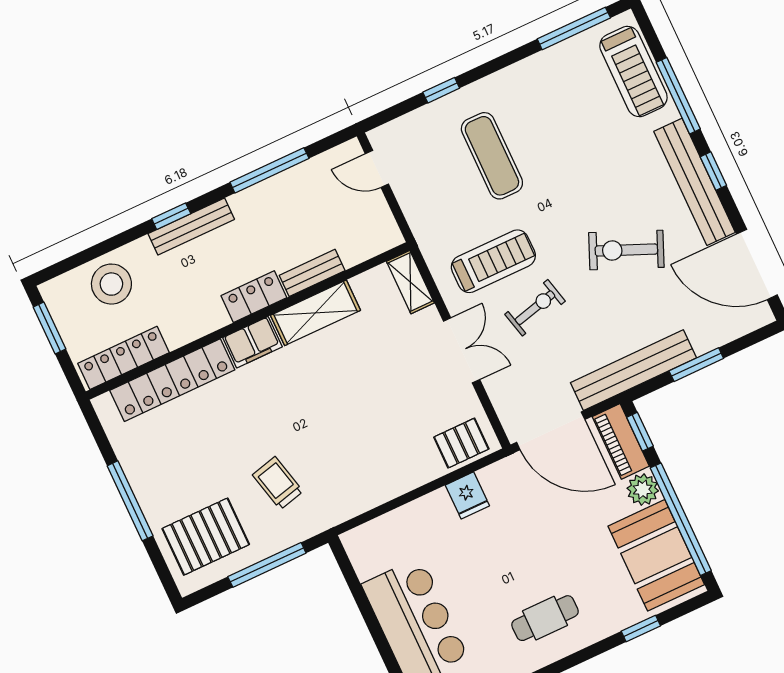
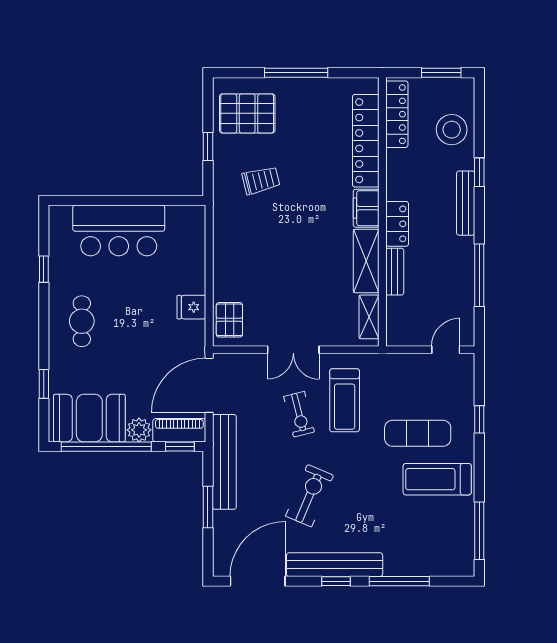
treadmill: (633, 72) -> (437, 479), moved
window: (171, 216) -> (479, 172), moved
shelving: (410, 282) -> (369, 317), moved, turned 90
pallet: (206, 537) -> (247, 113), turned 90
window: (267, 565) -> (208, 147), width x0.46

